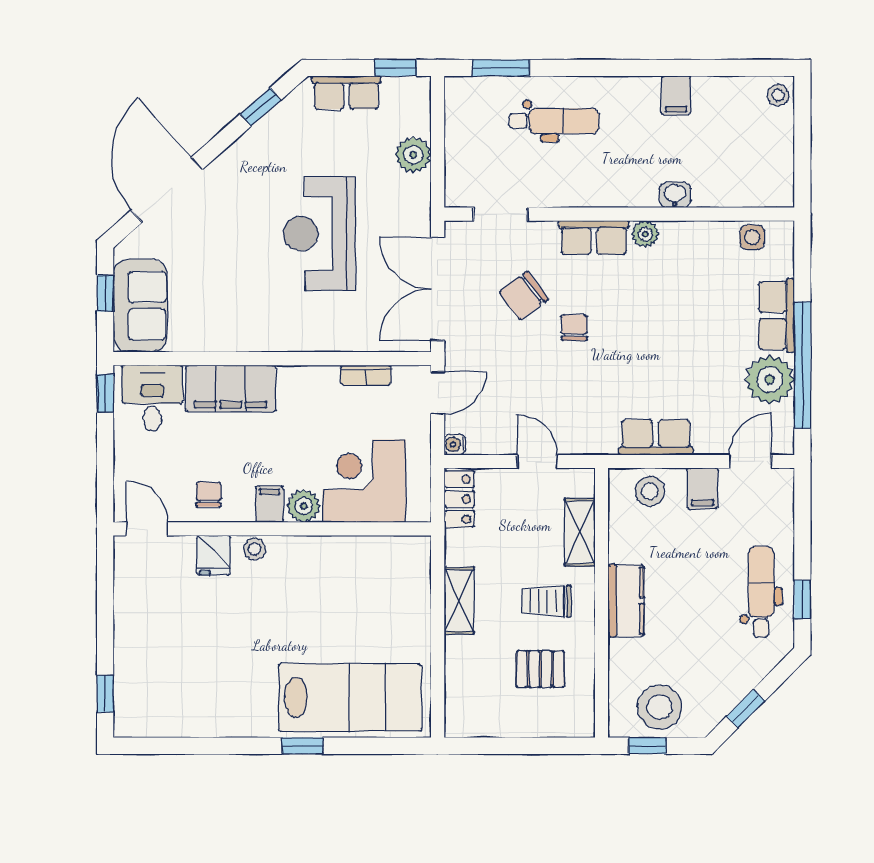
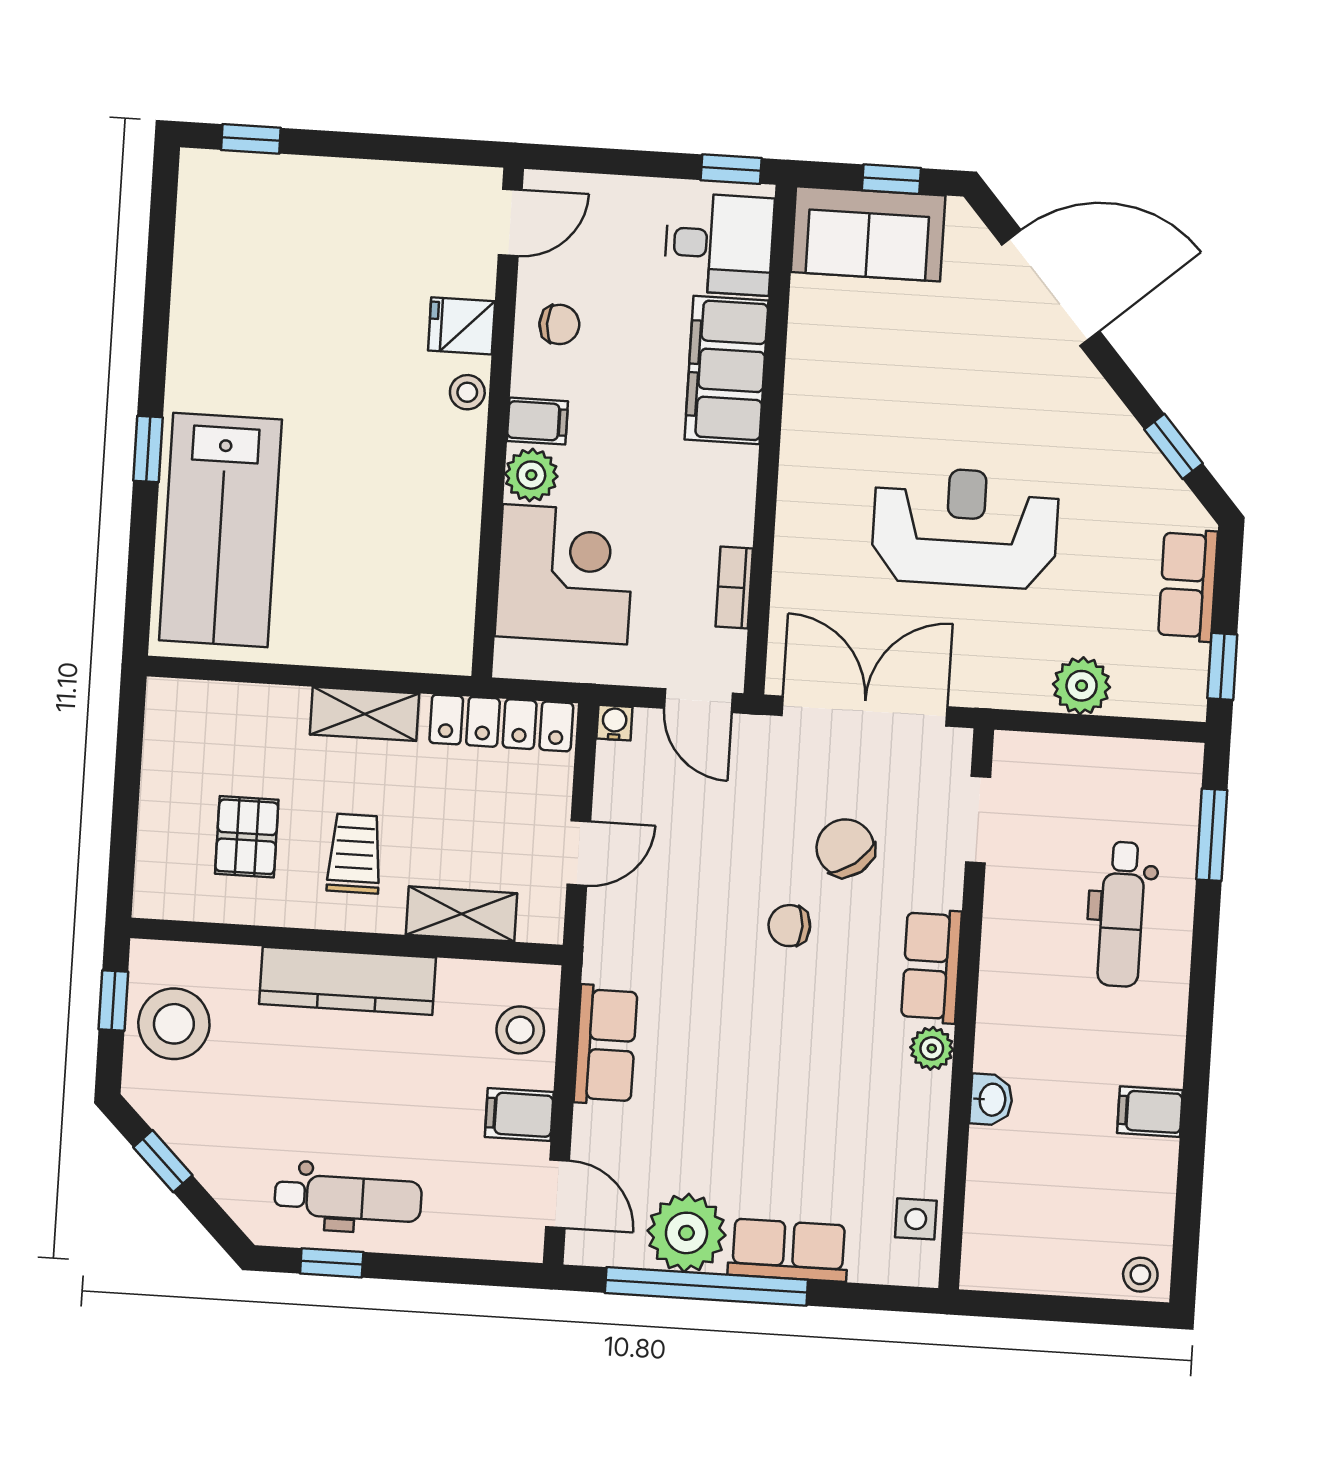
chair: (574, 328) -> (789, 926), turned 180
locker: (459, 499) -> (501, 723), width x1.53
kitchen counter: (626, 601) -> (347, 981), width x1.50

